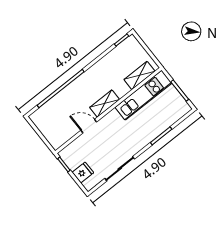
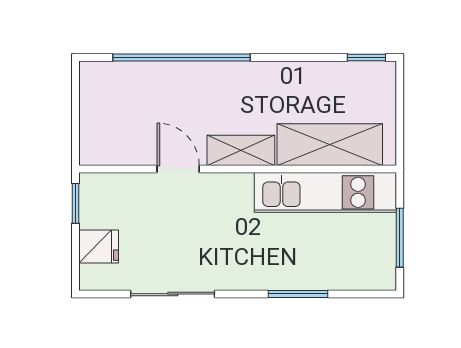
shelving: (139, 75) -> (330, 145), width x1.50, depth x1.33

